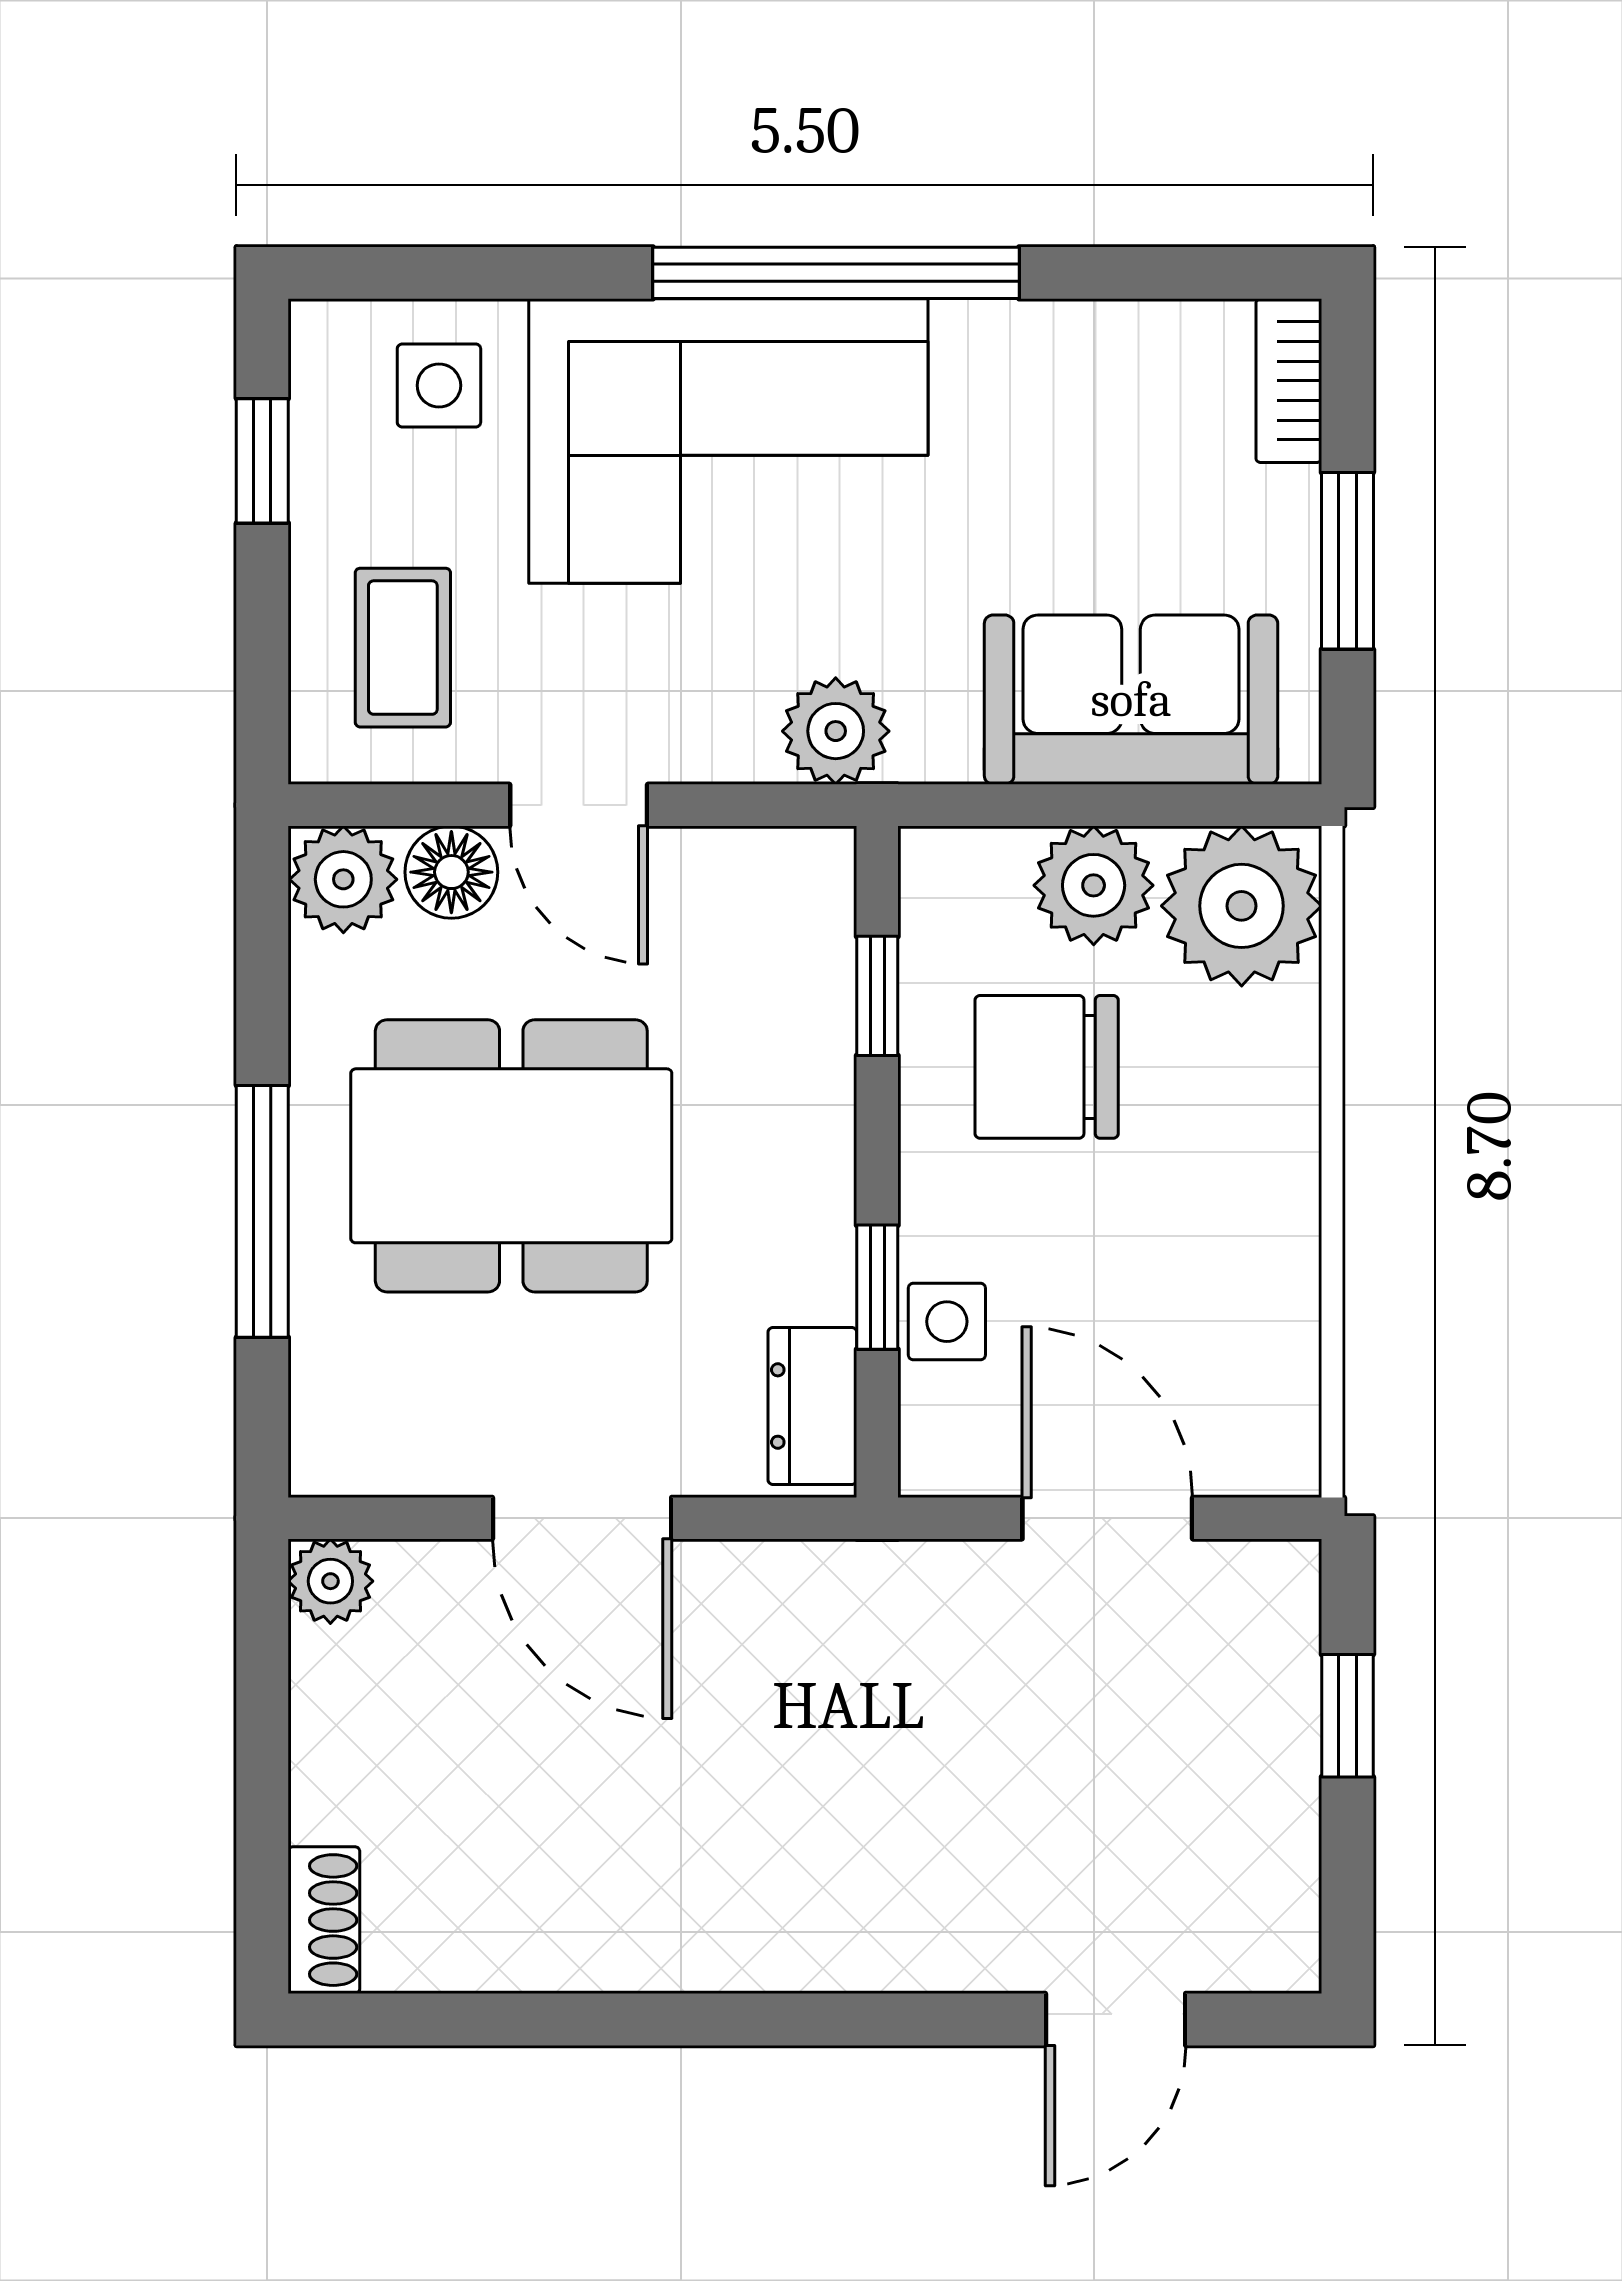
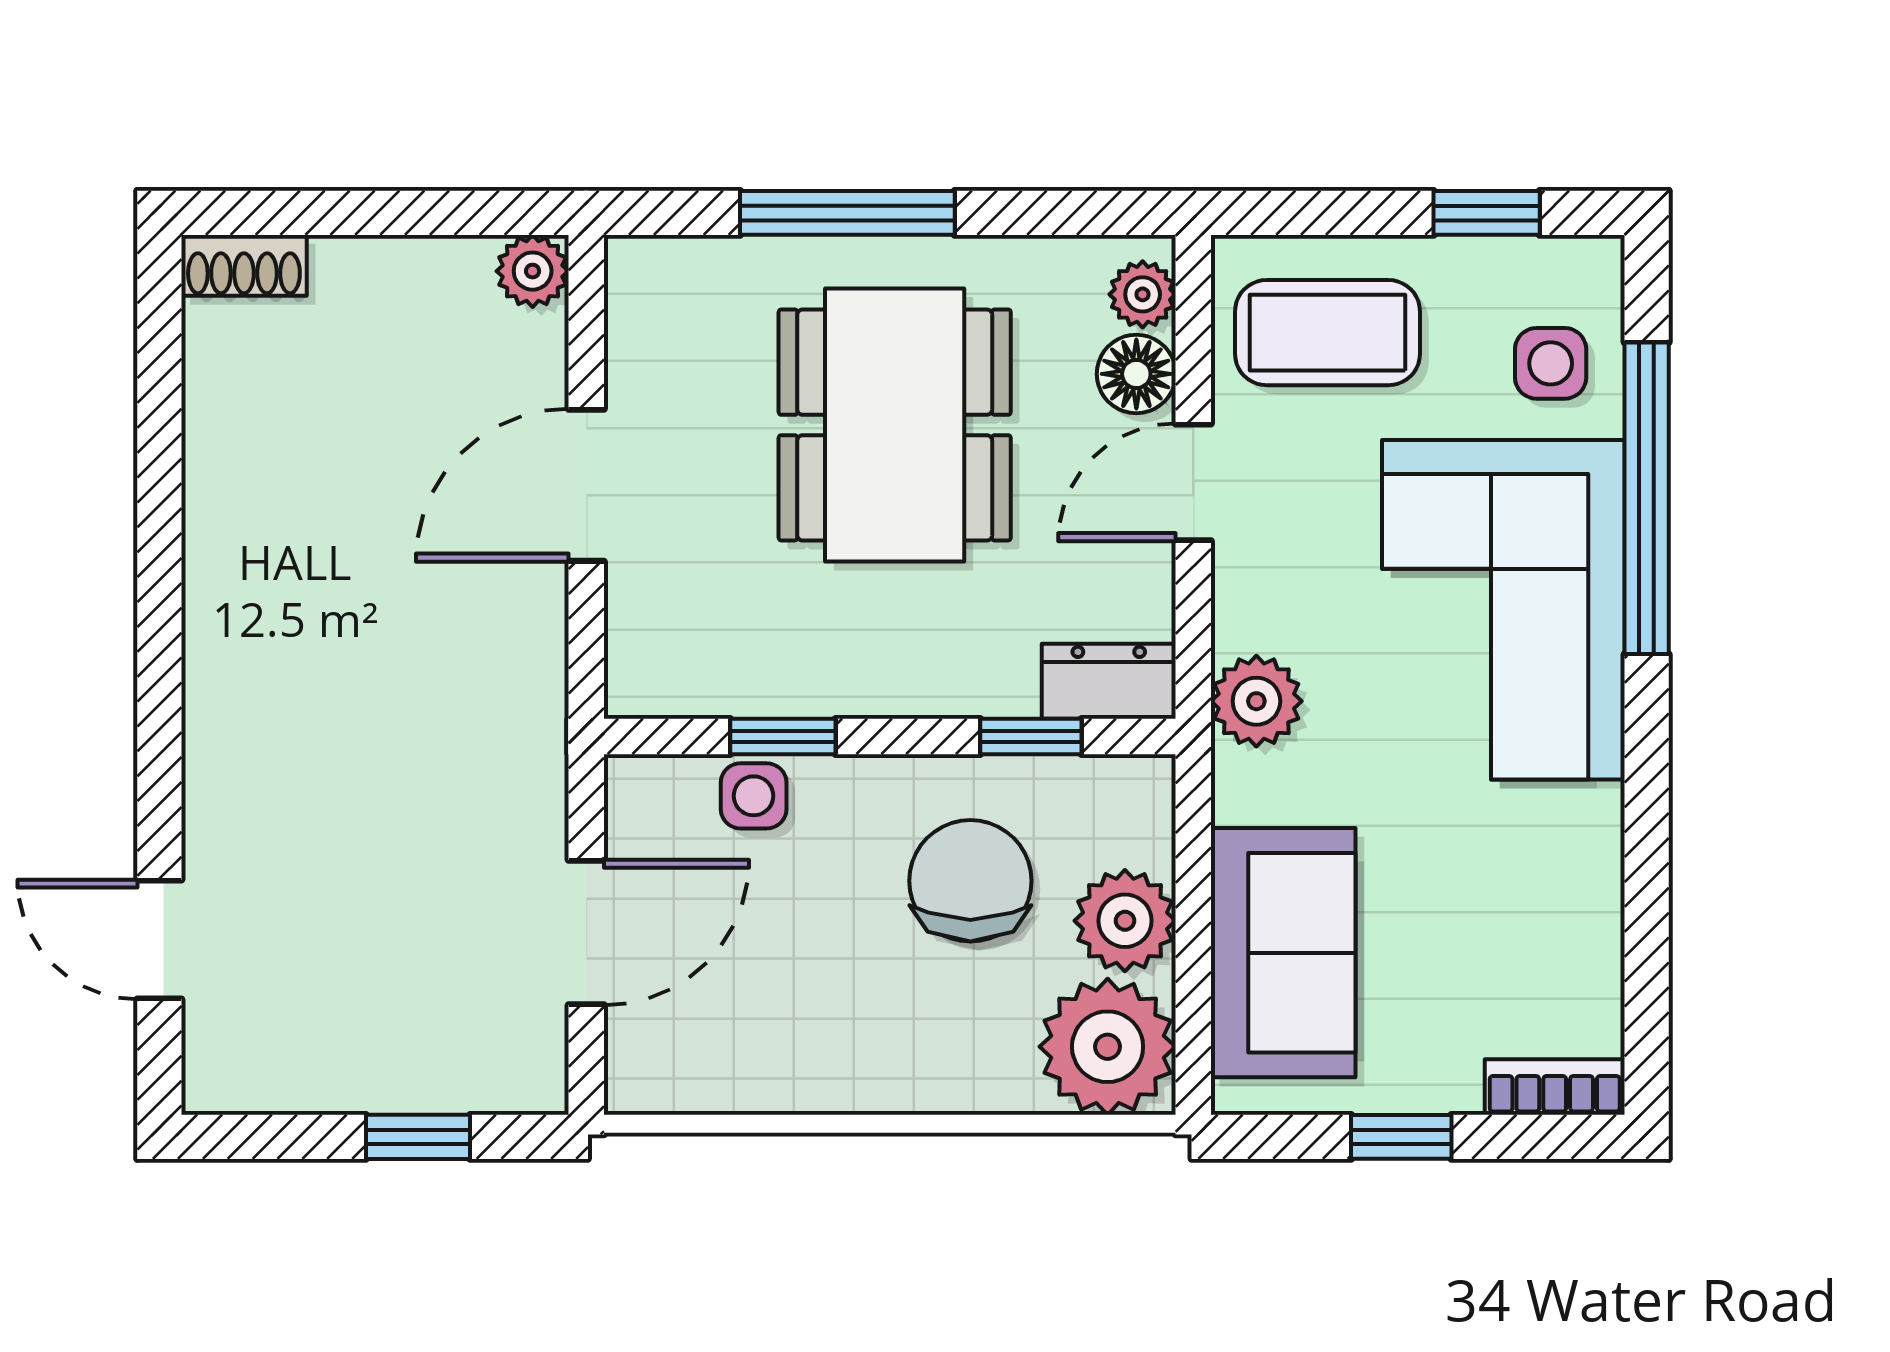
window: (836, 273) -> (1647, 498), moved
window: (1347, 561) -> (1401, 1137), width x0.67
coffee table: (403, 648) -> (1327, 333), width x1.36, depth x1.30
plant: (343, 879) -> (1143, 294), width x0.73, depth x0.73
dresser: (812, 1406) -> (1109, 681), moved

